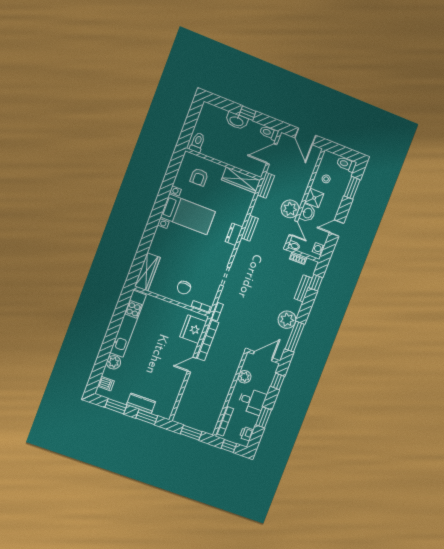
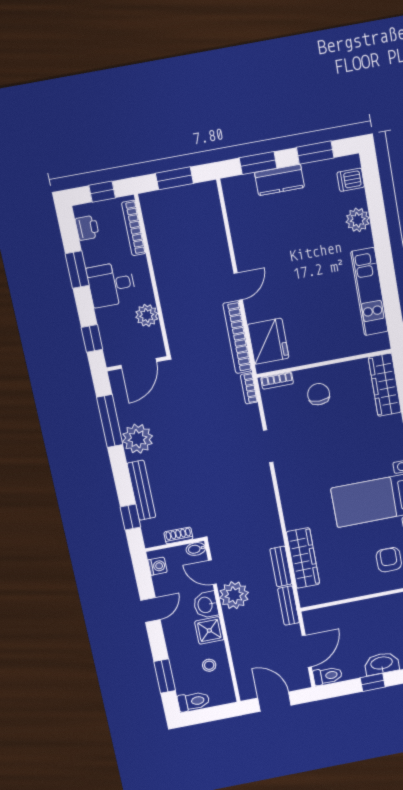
wardrobe: (241, 180) -> (303, 558), moved, turned 90
bench: (250, 228) -> (281, 566), moved
dresser: (234, 234) -> (292, 512), removed
bench: (303, 288) -> (141, 490), width x1.36
kitchen unit: (128, 324) -> (369, 292), width x0.73

